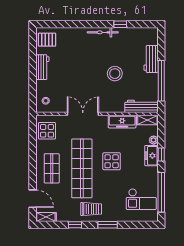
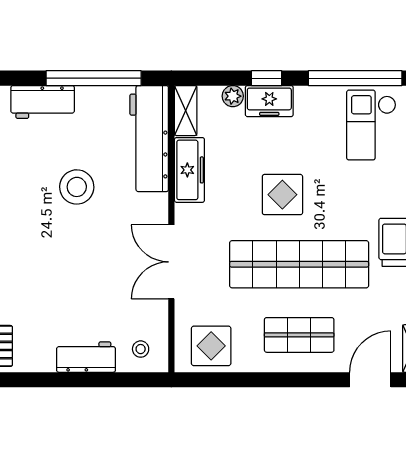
workbench: (42, 67) -> (86, 357), moved
workbench: (141, 106) -> (149, 139), width x1.36, depth x1.32
checkout: (141, 199) -> (371, 125), turned 180

